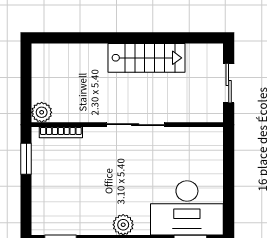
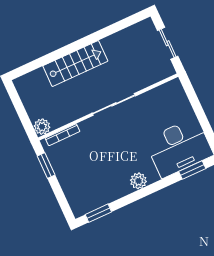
stairs: (146, 58) -> (75, 64), moved

